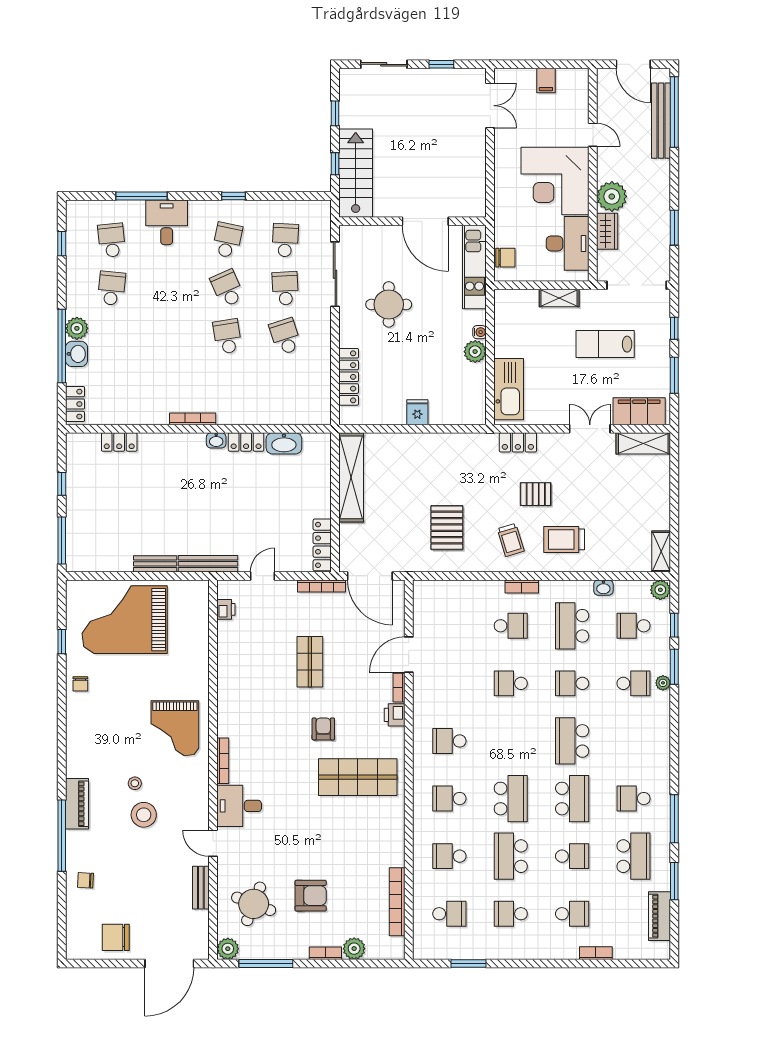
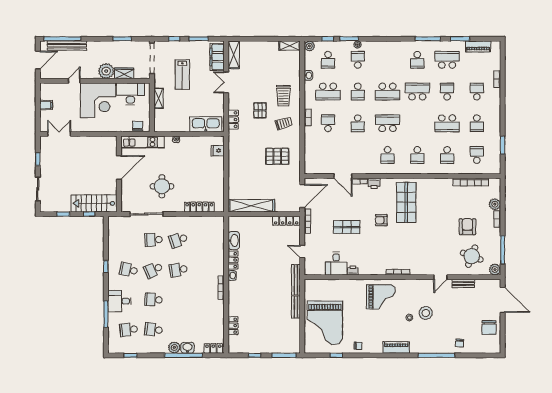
school desk: (285, 240) -> (154, 300), moved
plant: (475, 352) -> (186, 142), removed
fridge: (417, 412) -> (218, 151), moved
printer: (226, 609) -> (353, 270), moved
school desk: (511, 799) -> (388, 123), moved
piano: (77, 804) -> (396, 347), moved
desk: (239, 806) -> (336, 264), moved

